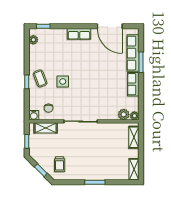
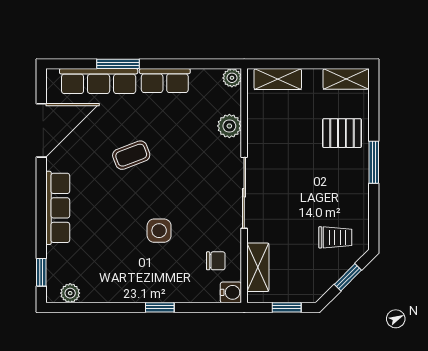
row of seats: (79, 34) -> (58, 208), width x1.48
coffee table: (40, 78) -> (131, 155), moved
plant: (124, 114) -> (229, 126), moved
pallet: (109, 167) -> (342, 133), added

